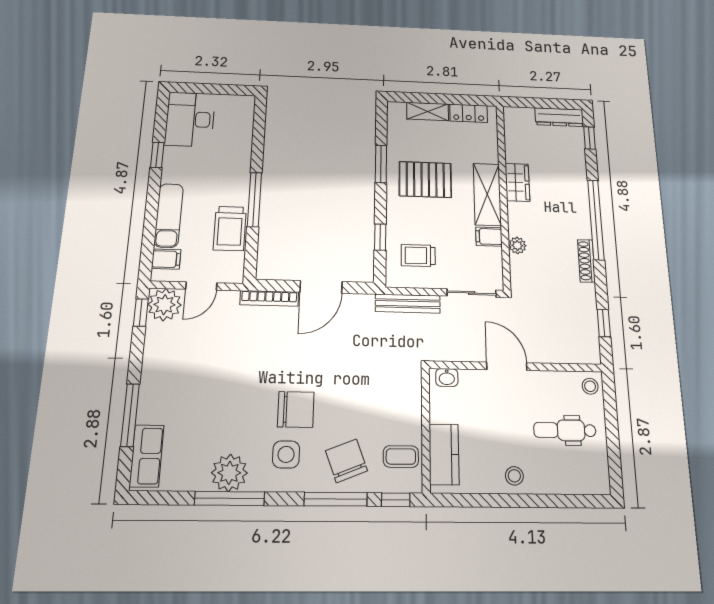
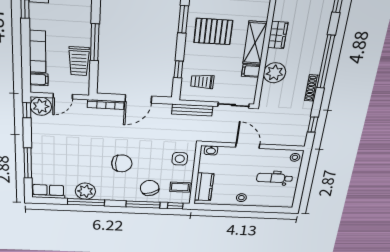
plant: (517, 245) -> (275, 73), width x1.87, depth x1.87
side table: (286, 454) -> (180, 159), moved
row of seats: (147, 456) -> (48, 191), moved, turned -90

